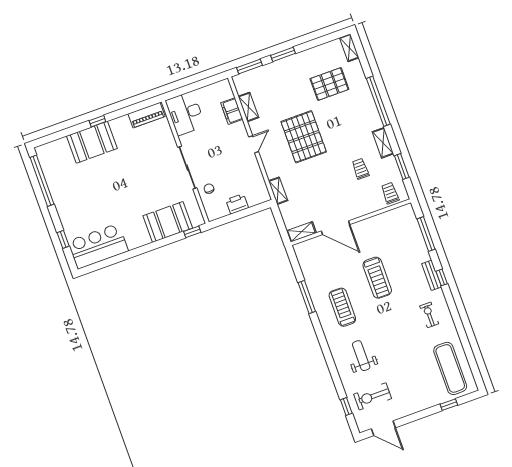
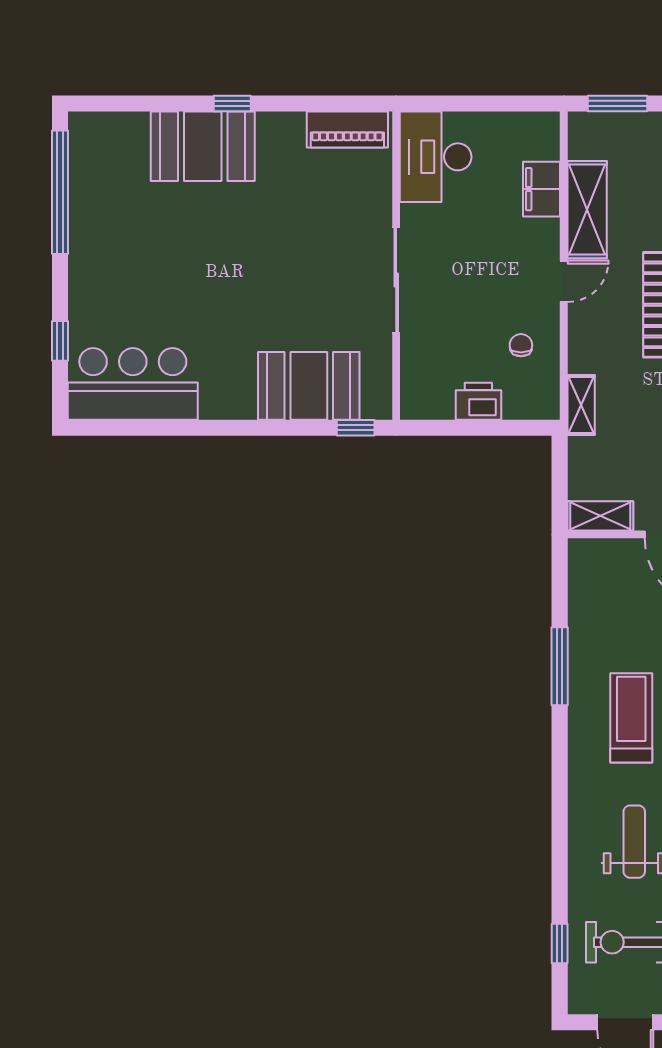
shelving: (248, 107) -> (587, 210), width x1.50, depth x1.33
chair: (209, 189) -> (521, 345), moved

